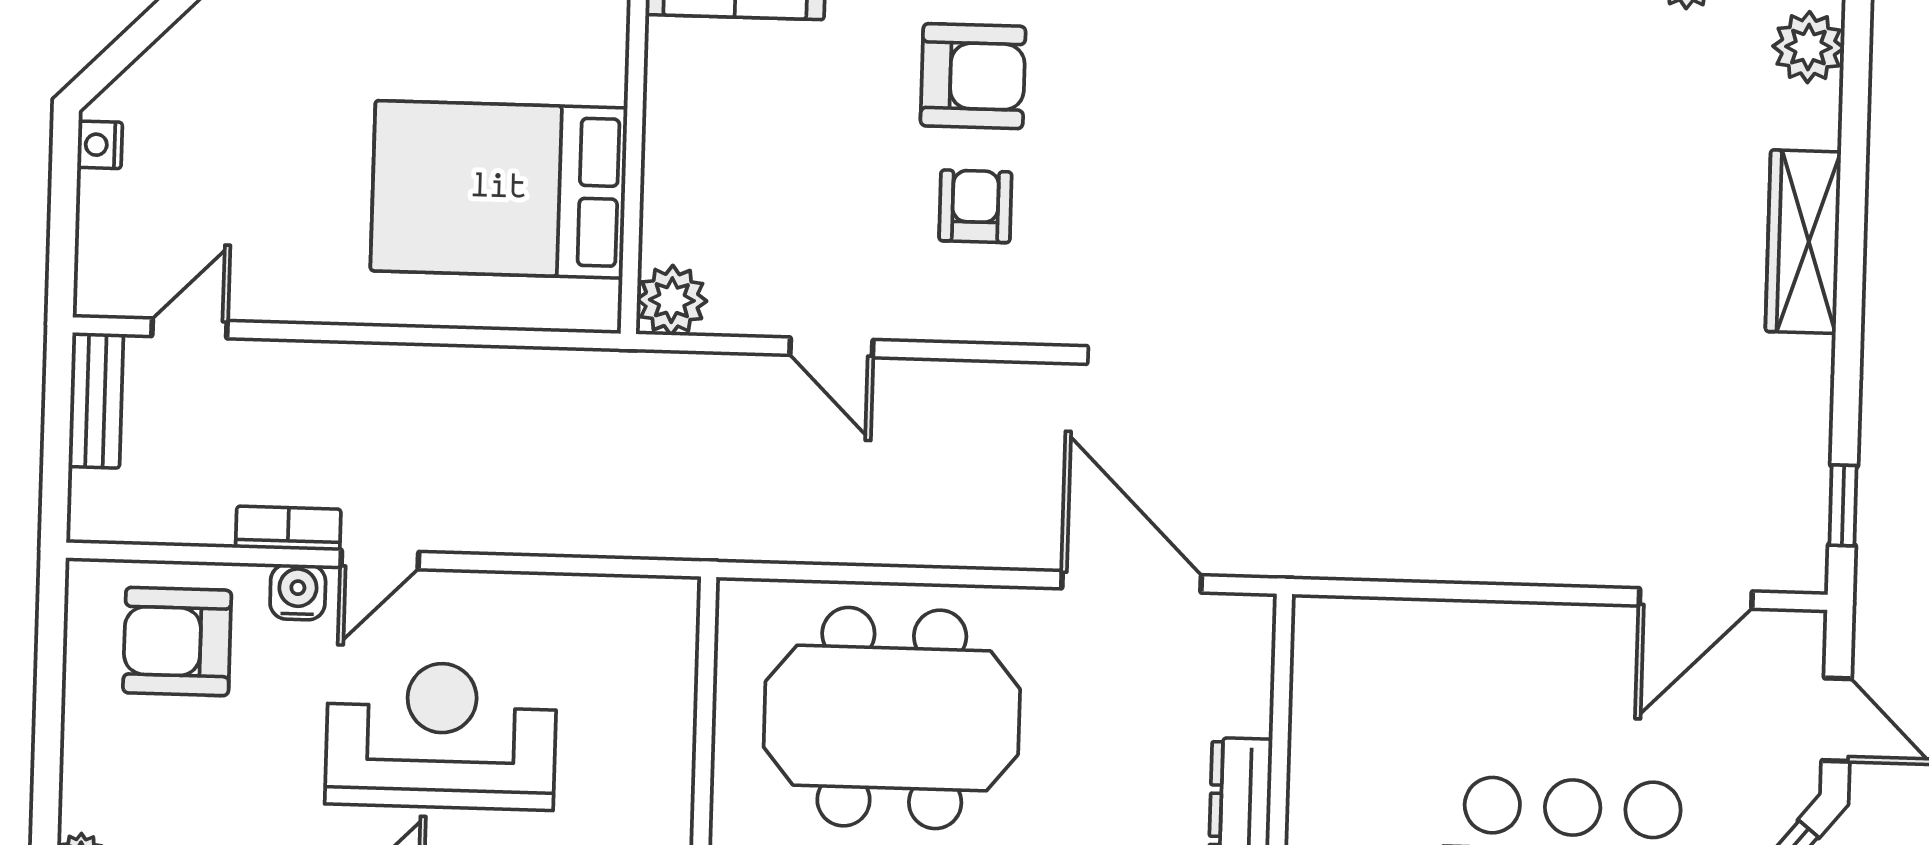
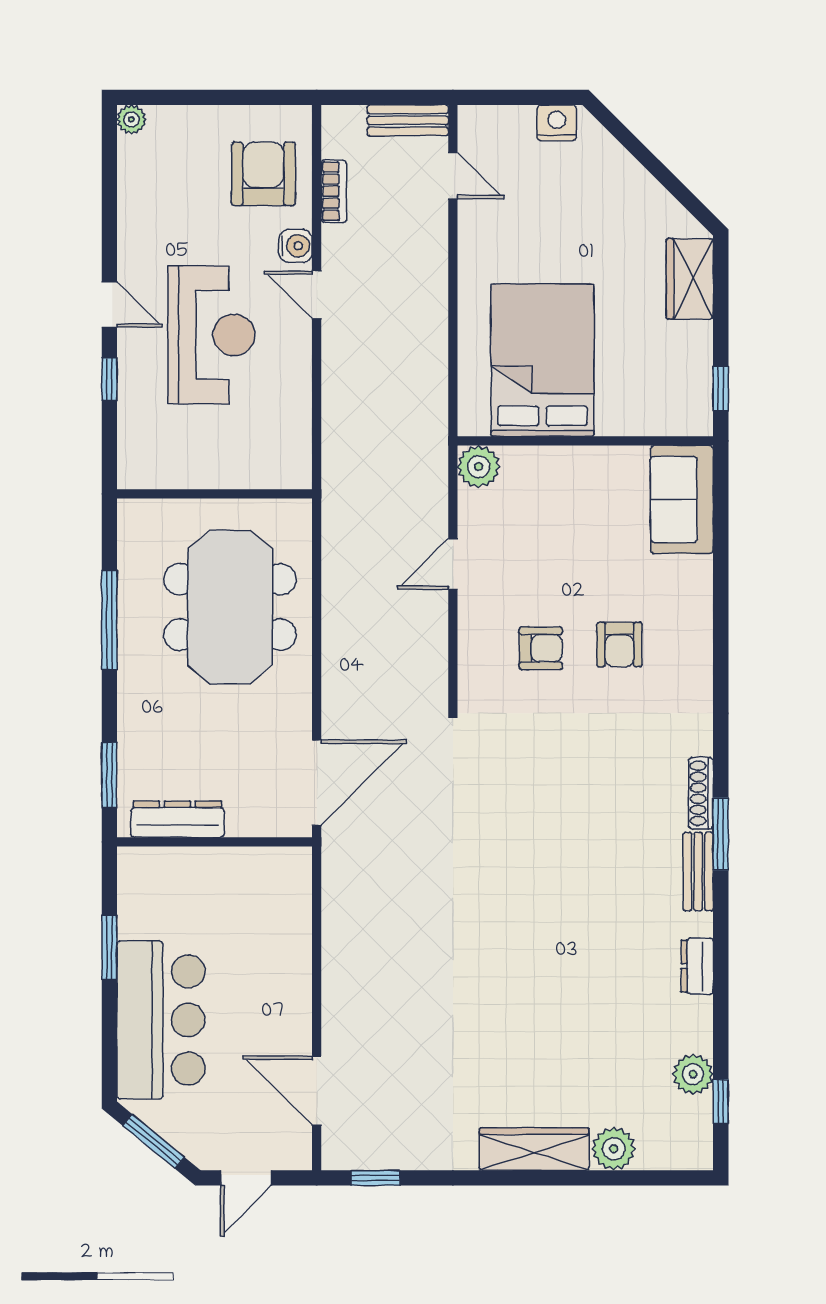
plant: (1808, 47) -> (614, 1149), moved
armchair: (973, 76) -> (619, 645), width x0.72, depth x0.72
nightstand: (100, 145) -> (557, 123), width x1.39, depth x1.35
bookcase: (288, 528) -> (334, 191), moved
door: (1132, 582) -> (317, 783), moved

